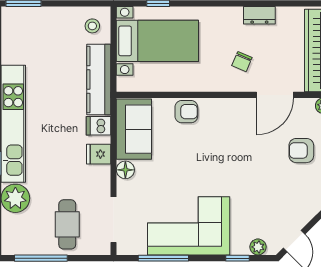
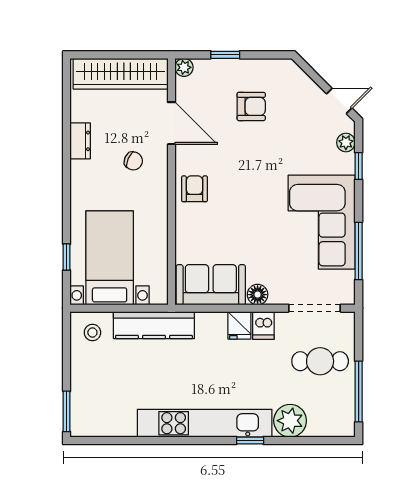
armchair: (186, 112) -> (195, 189), moved
dishwasher: (98, 126) -> (263, 325), moved
armchair: (301, 151) -> (251, 106), moved, turned -90

